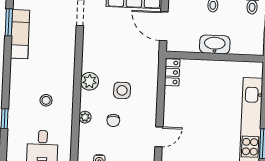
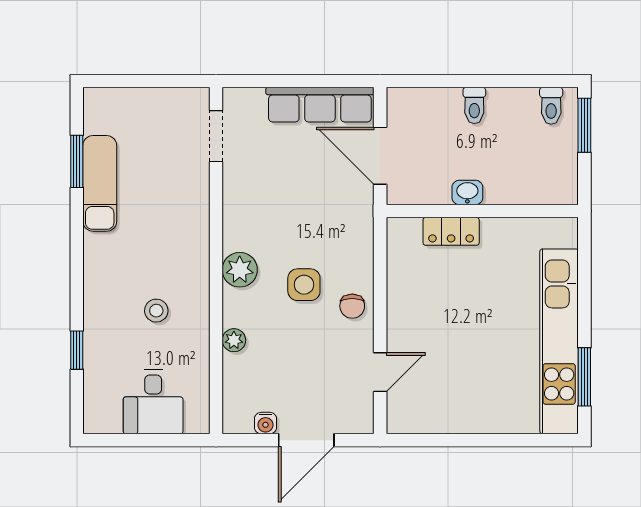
washbasin: (215, 44) -> (467, 192), width x0.52, depth x0.69
locker: (172, 72) -> (451, 231), moved, turned 90
chair: (113, 120) -> (352, 306), moved

